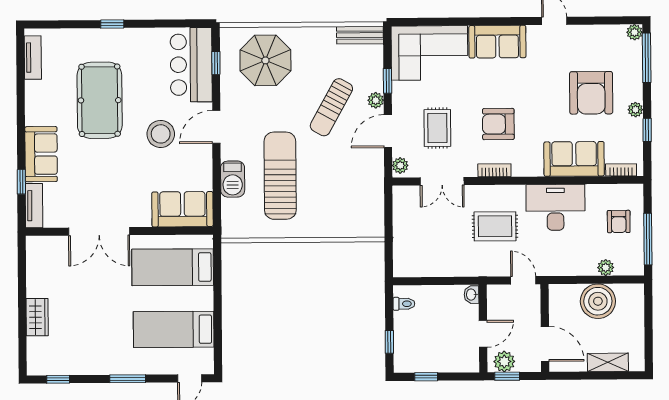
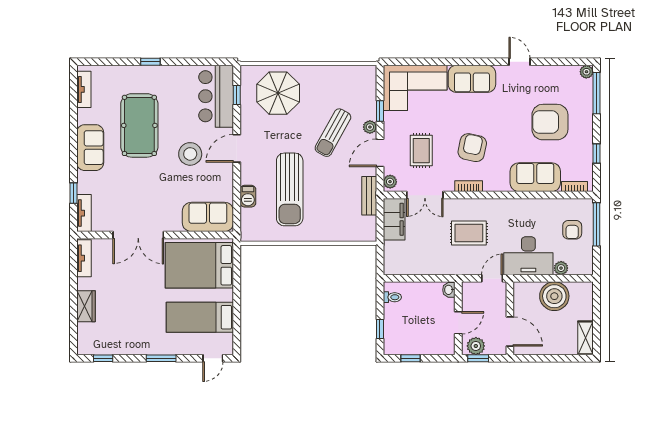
bench: (360, 35) -> (369, 196), moved, turned 90
armchair: (591, 93) -> (550, 122), turned 90
plant: (635, 110) -> (587, 136), removed
armchair: (498, 124) -> (472, 148), turned 102
sofa: (41, 154) -> (90, 148), moved
sun lounger: (280, 176) -> (290, 189), turned 180
barbecue: (233, 179) -> (248, 196), width x0.73, depth x0.79
desk: (555, 207) -> (528, 256), moved, turned 180
filing cabinet: (405, 210) -> (394, 219), added
window: (648, 239) -> (596, 224), moved
tv unit: (34, 260) -> (84, 258), added
bed: (173, 267) -> (199, 265), width x1.50
door: (523, 280) -> (492, 278), hinge flipped
shelving: (608, 362) -> (585, 338), moved, turned 90

